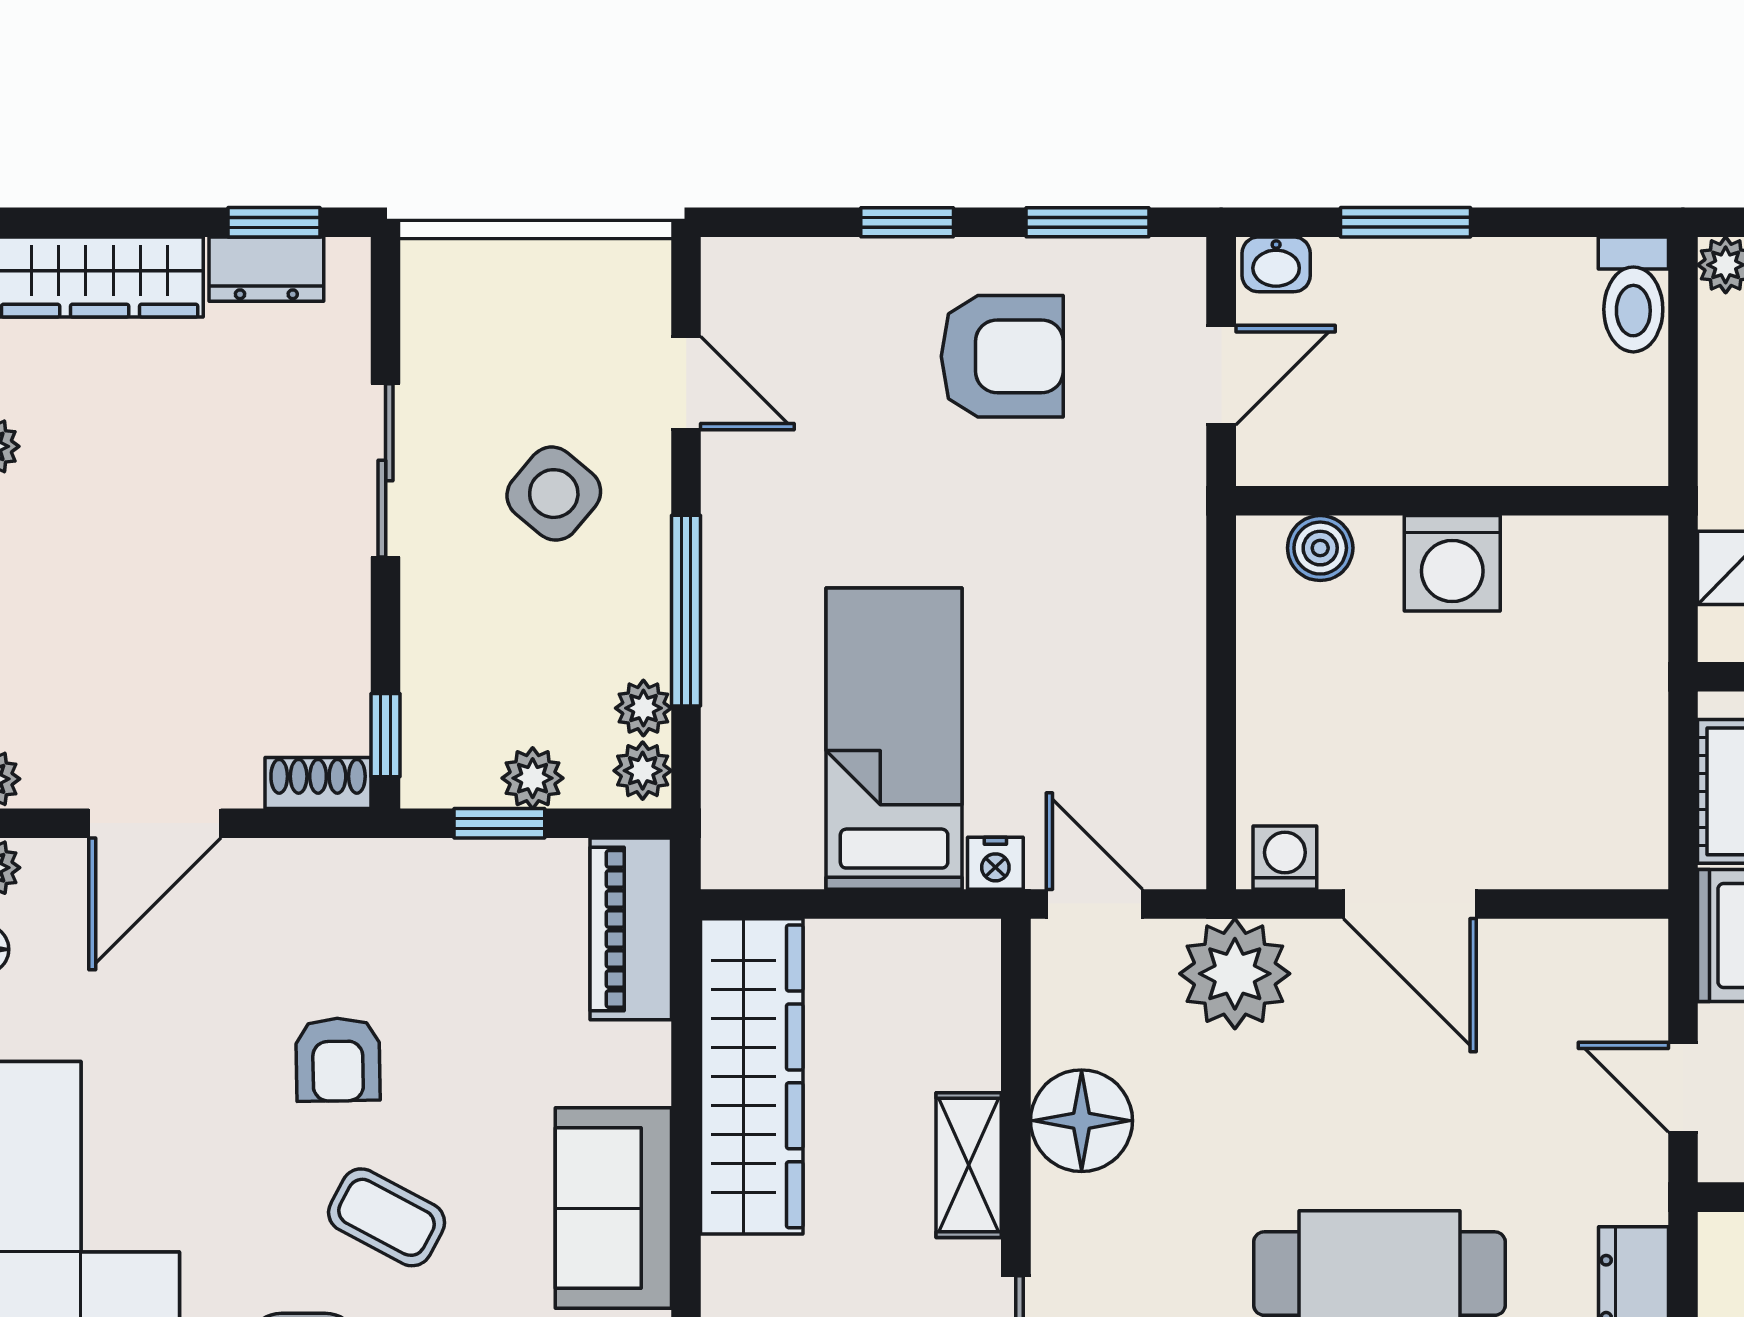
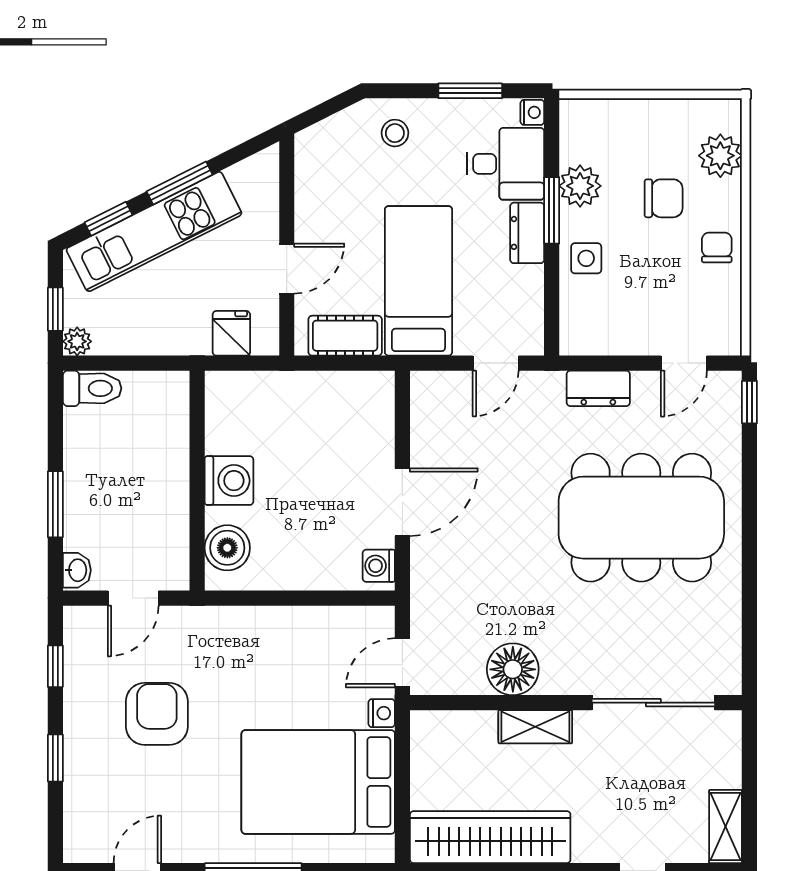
window: (1088, 222) -> (55, 666), width x0.67
armchair: (1002, 356) -> (157, 714), moved
door: (1221, 375) -> (133, 598), swing flipped
boiler: (1320, 548) -> (227, 548), width x1.36, depth x1.36
bed: (894, 739) -> (318, 782), width x1.50
plant: (1235, 974) -> (438, 591), removed

